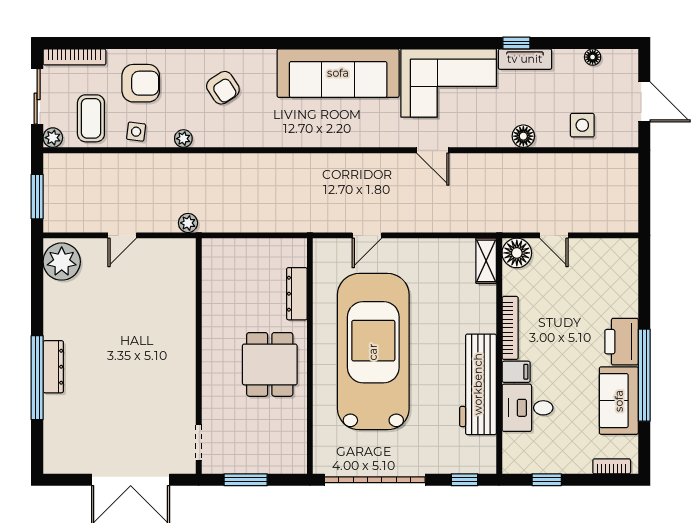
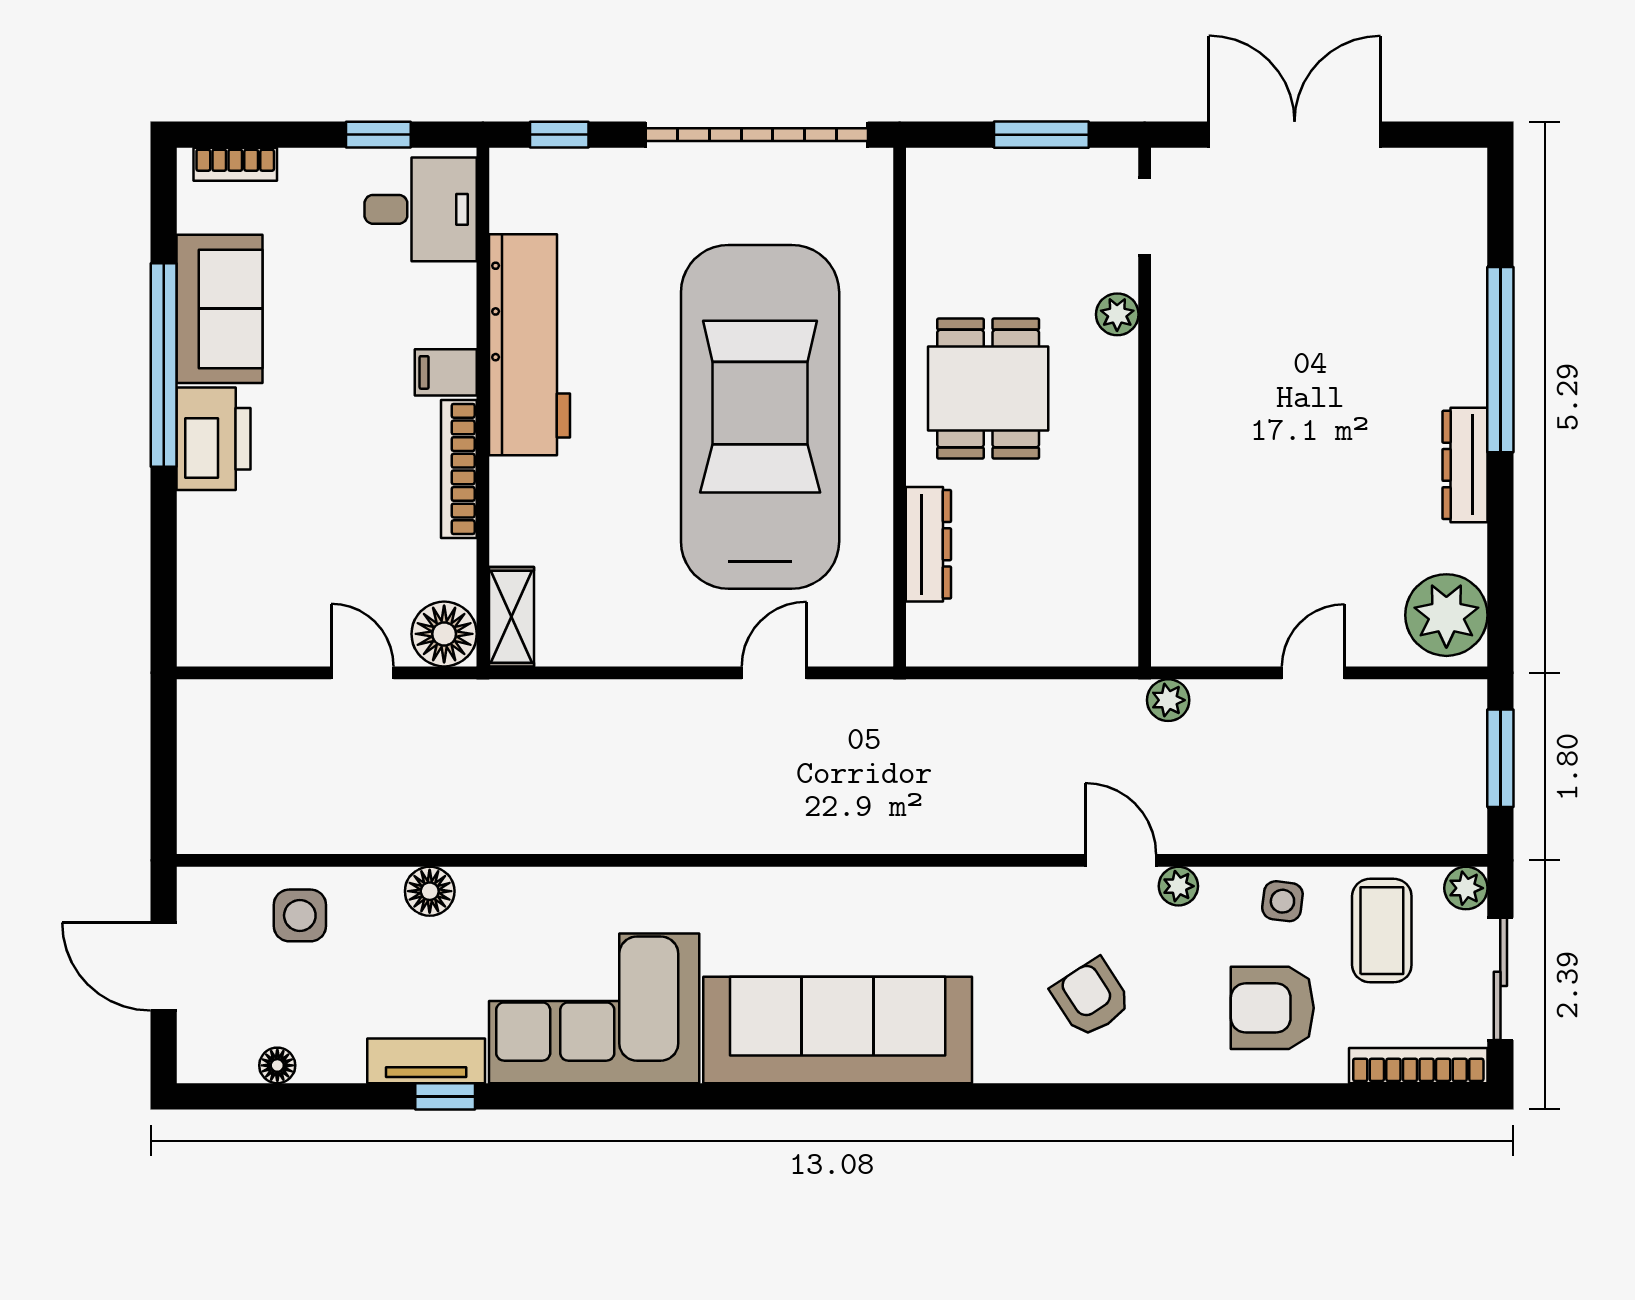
door: (433, 150) -> (1121, 860), moved
car: (373, 352) -> (760, 417), turned 180
dresser: (53, 367) -> (1465, 465), moved
plant: (211, 398) -> (1117, 314), added
desk: (527, 408) -> (421, 209), moved

